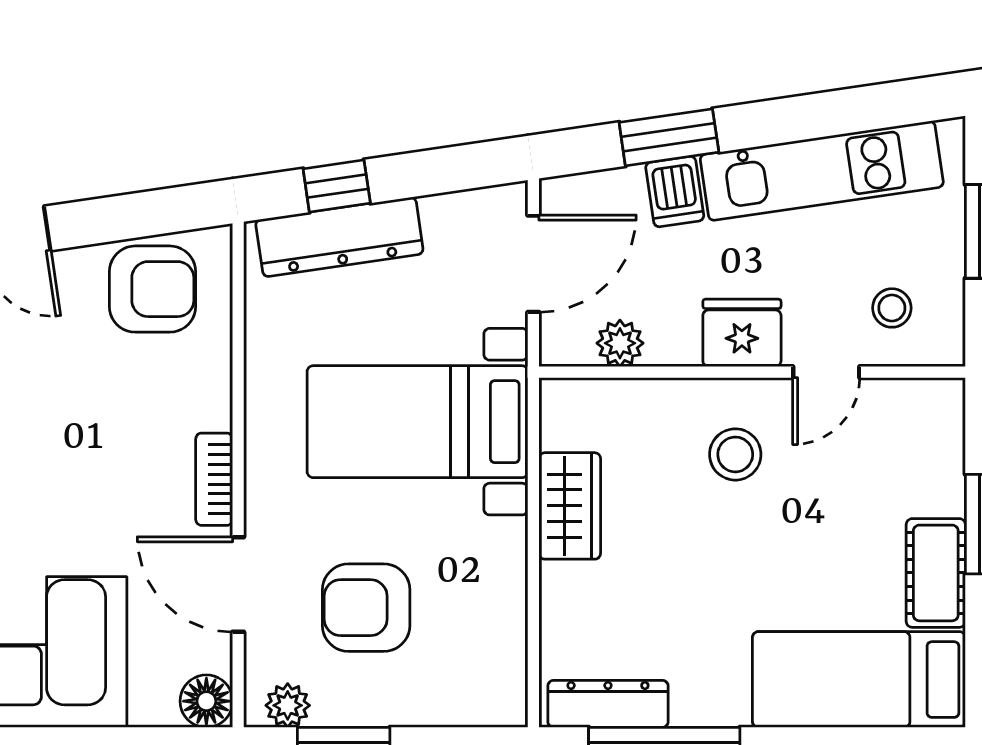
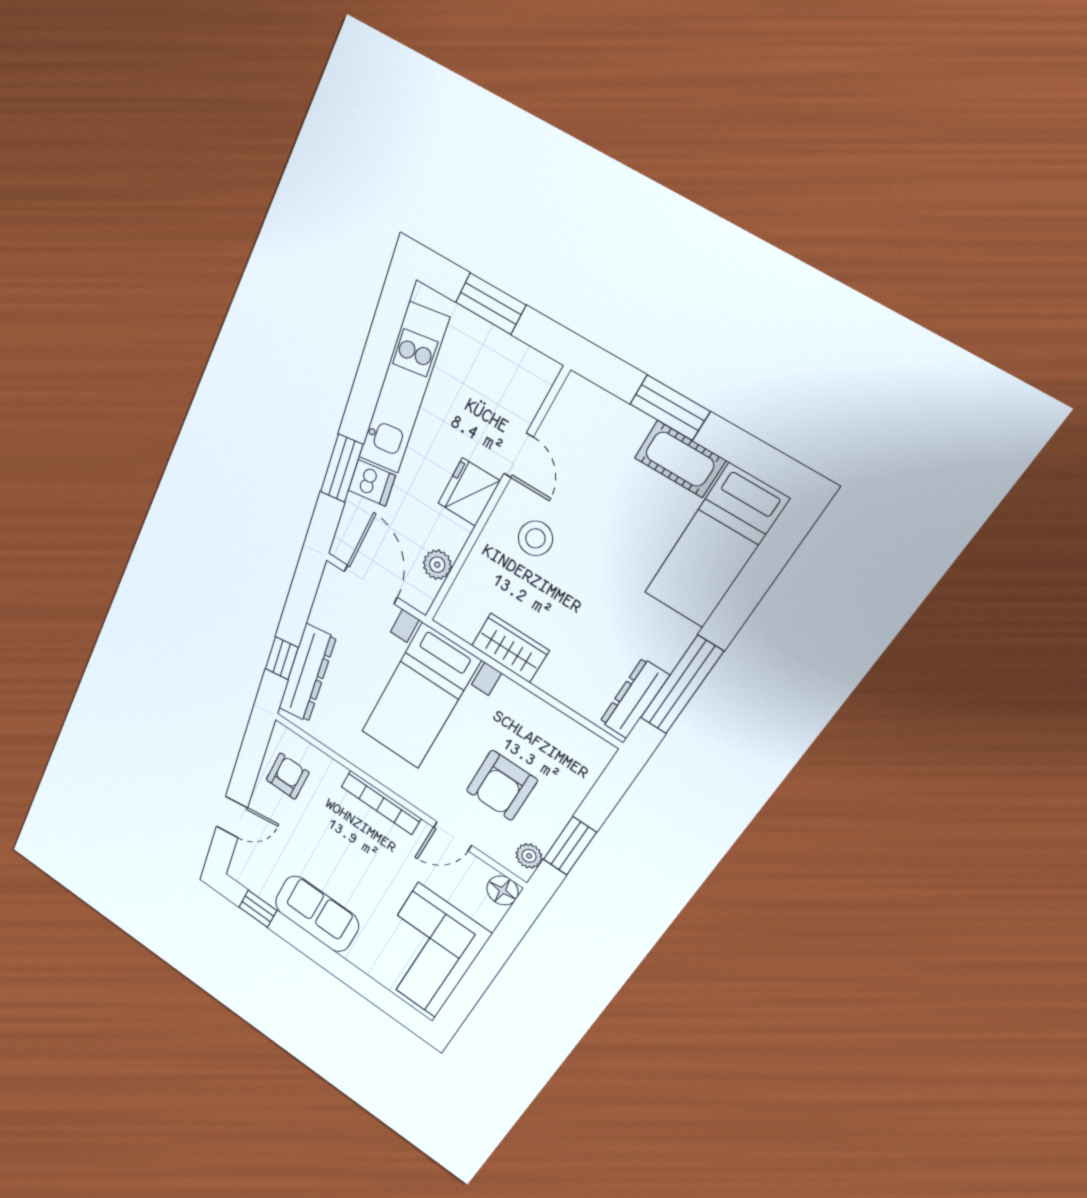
armchair: (152, 289) -> (288, 776), width x0.72, depth x0.72
stool: (892, 308) -> (504, 392), removed
bookcase: (214, 479) -> (381, 803), width x1.56
door: (238, 584) -> (453, 836), width x0.73

